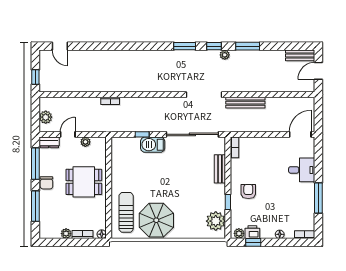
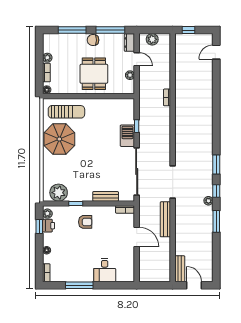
bench: (300, 55) -> (180, 269), moved
door: (300, 134) -> (137, 237), moved

